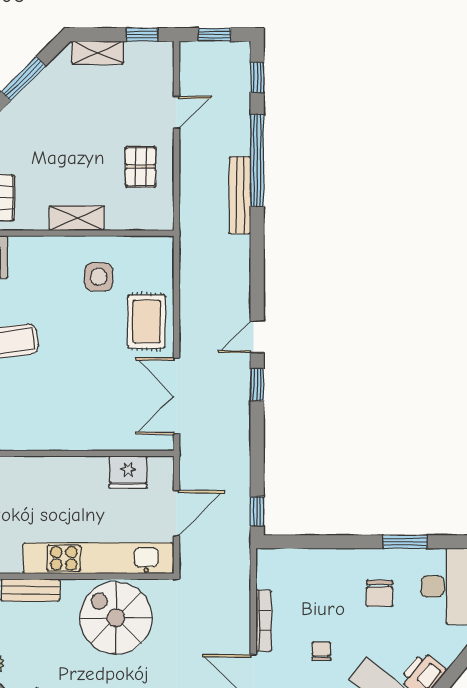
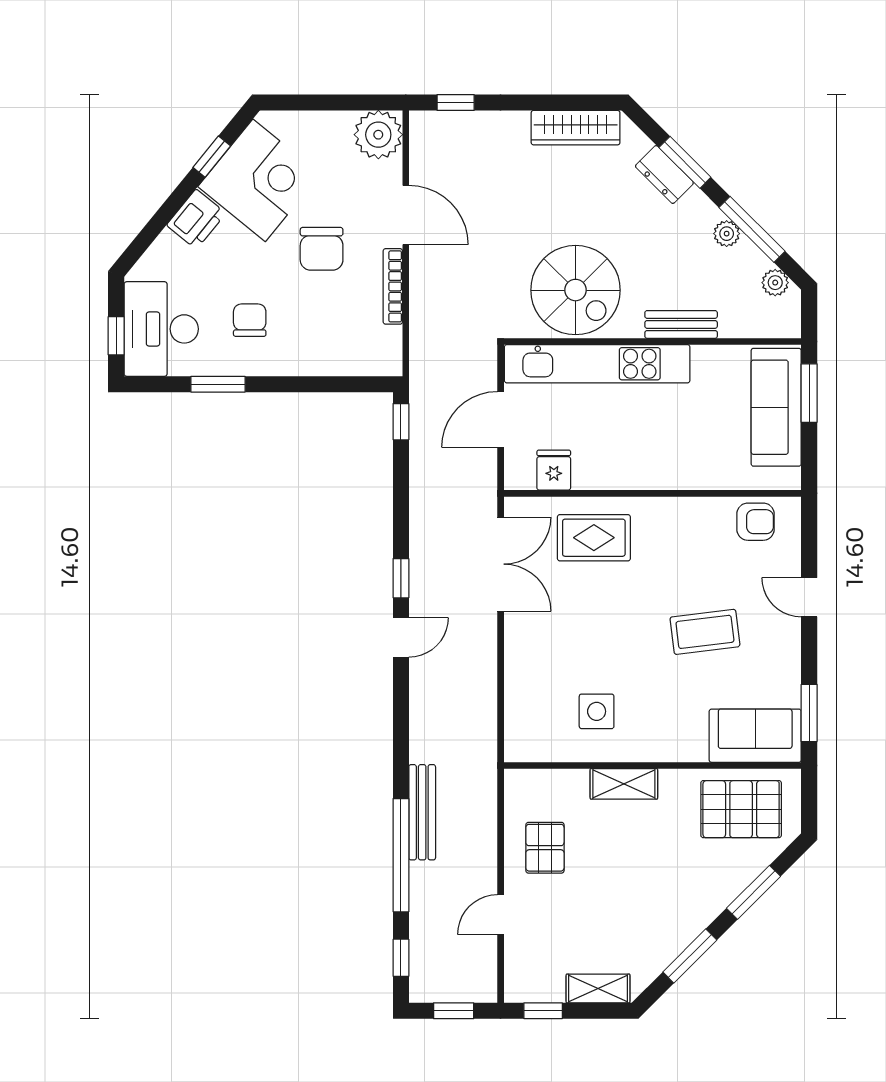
rug: (147, 321) -> (594, 538), moved, turned 90
fridge: (128, 472) -> (554, 470), width x0.72
chair: (321, 651) -> (322, 249), width x1.87, depth x1.87

